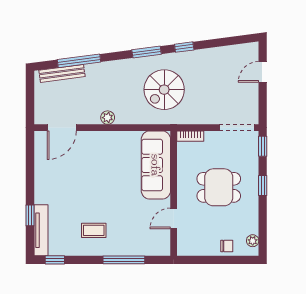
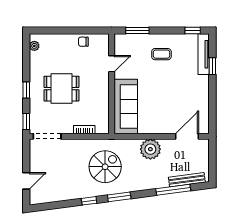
plant: (108, 118) -> (150, 149), width x1.88, depth x1.88
sofa: (156, 165) -> (126, 106), moved
wall: (174, 193) -> (112, 84), moved
door: (174, 218) -> (112, 64), moved
chair: (227, 246) -> (83, 42), moved
window: (124, 260) -> (137, 30), width x0.69

